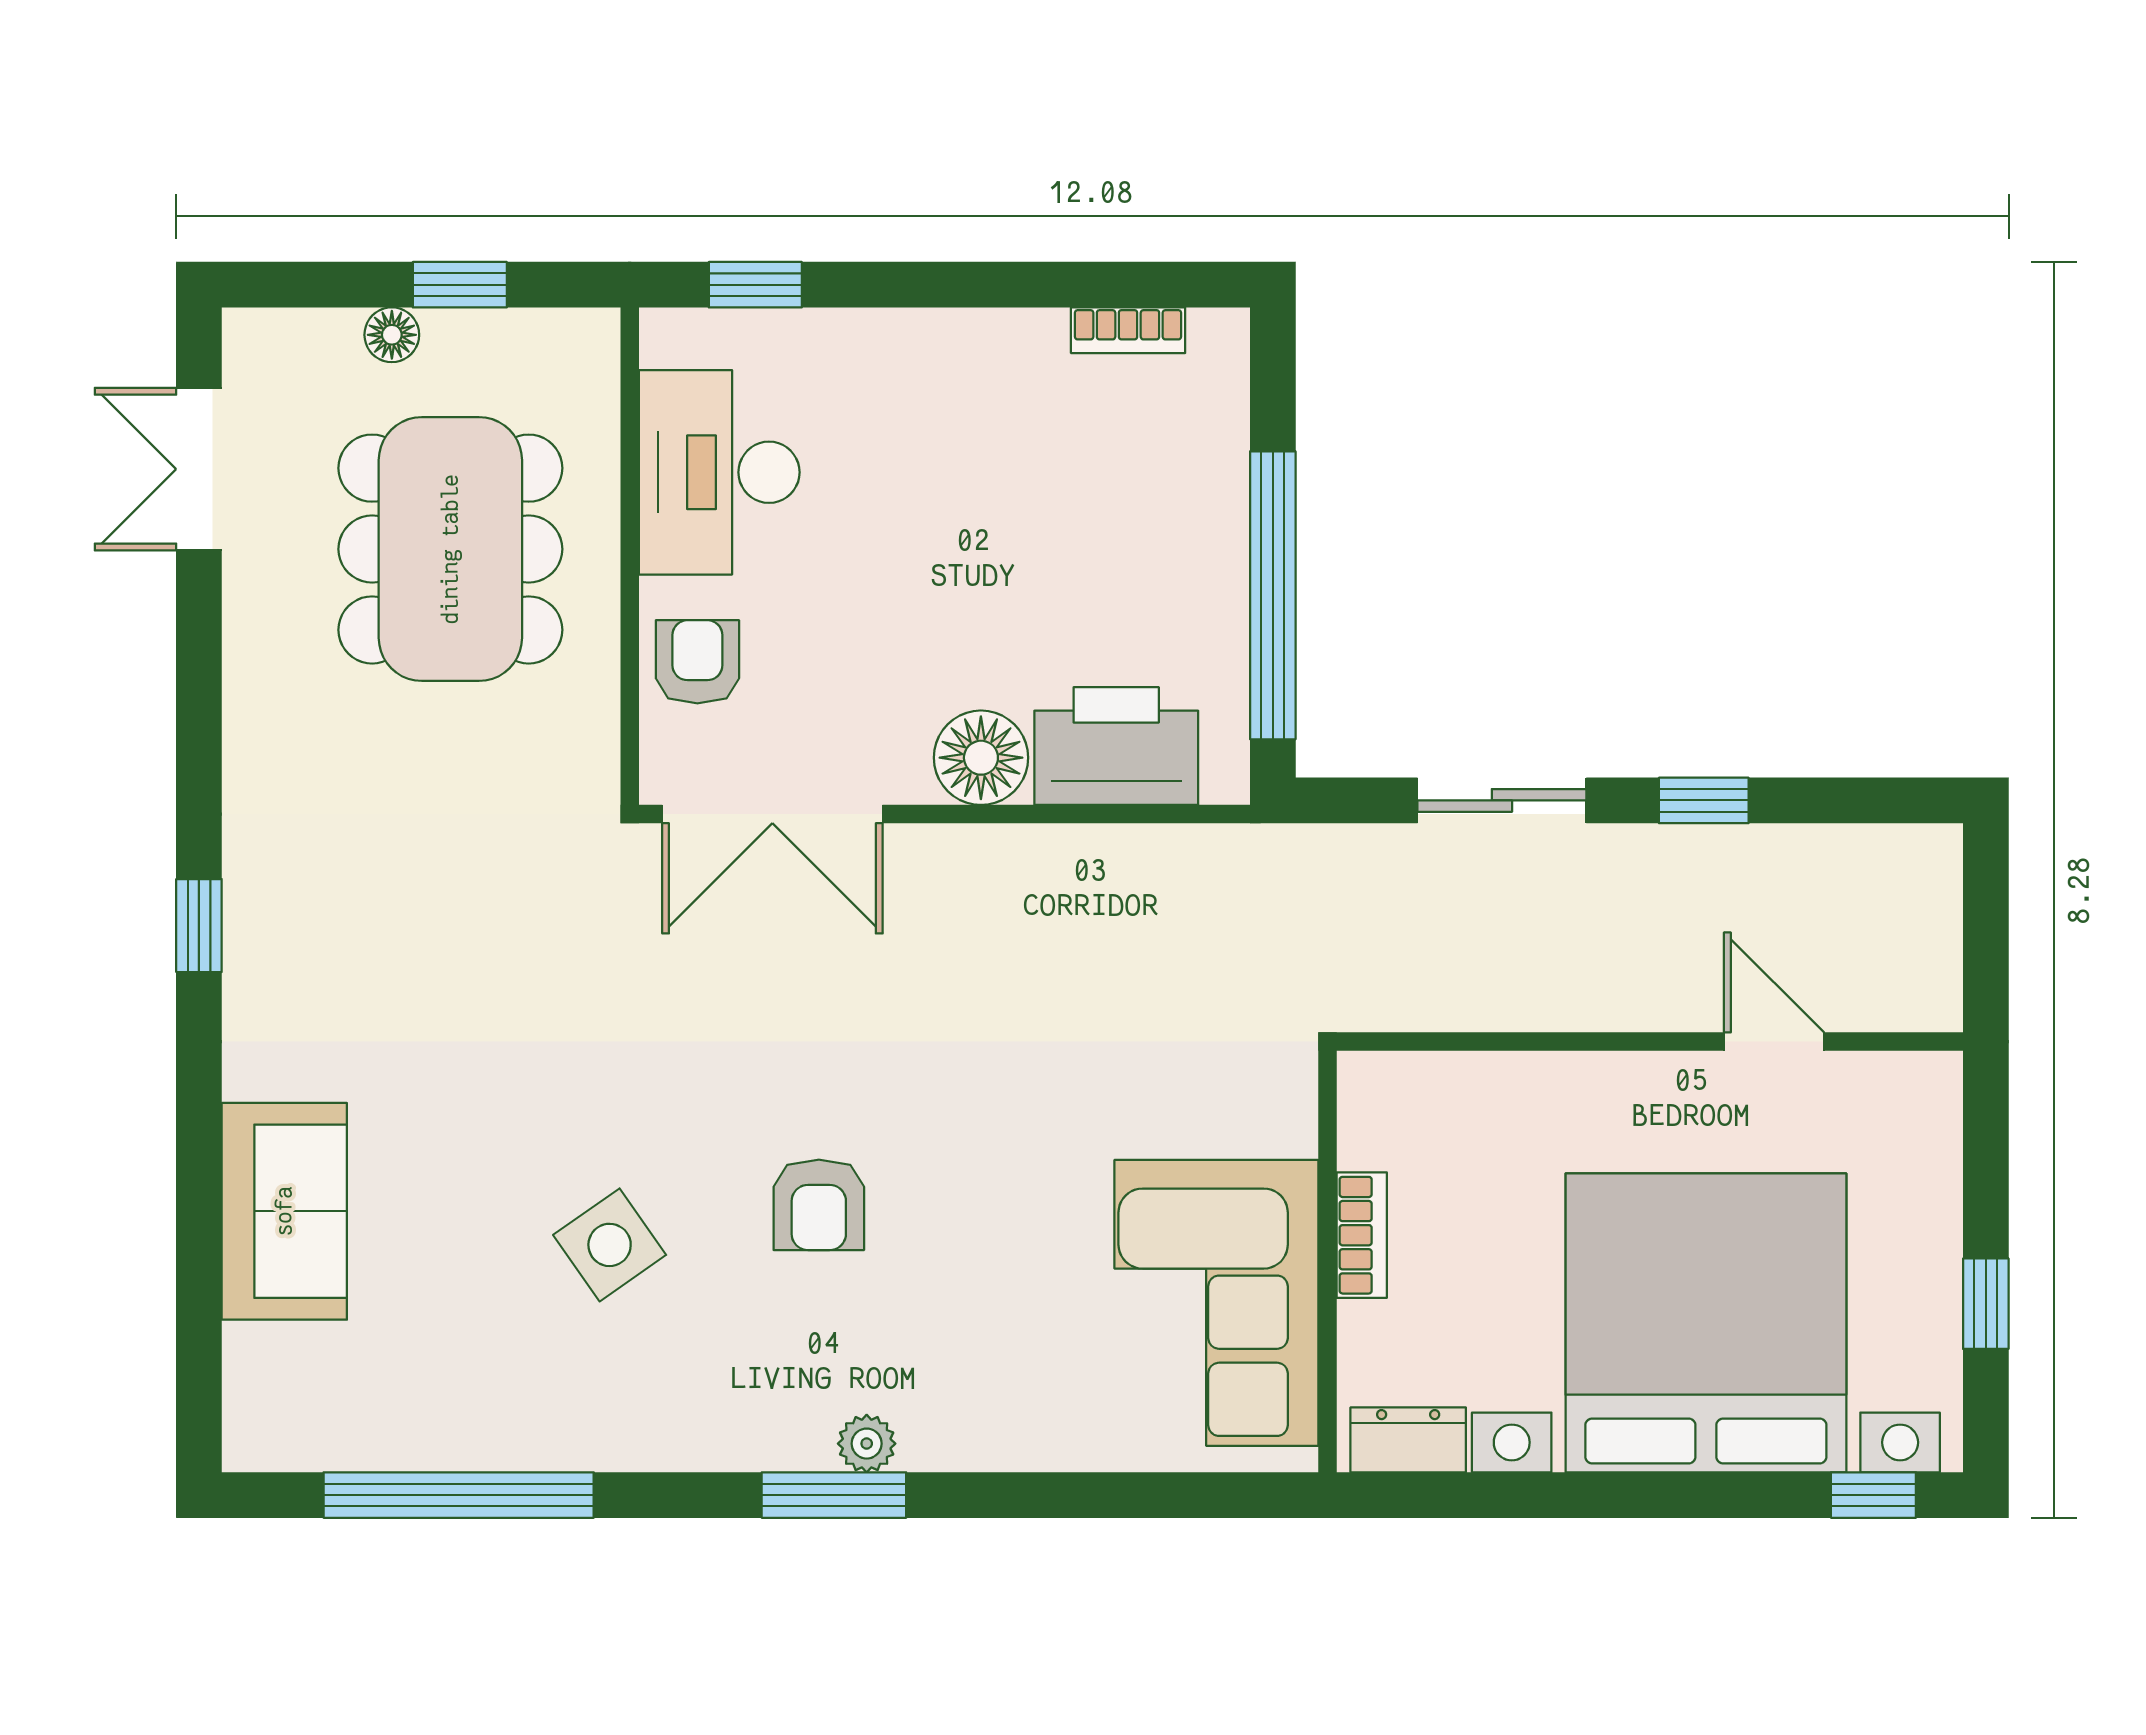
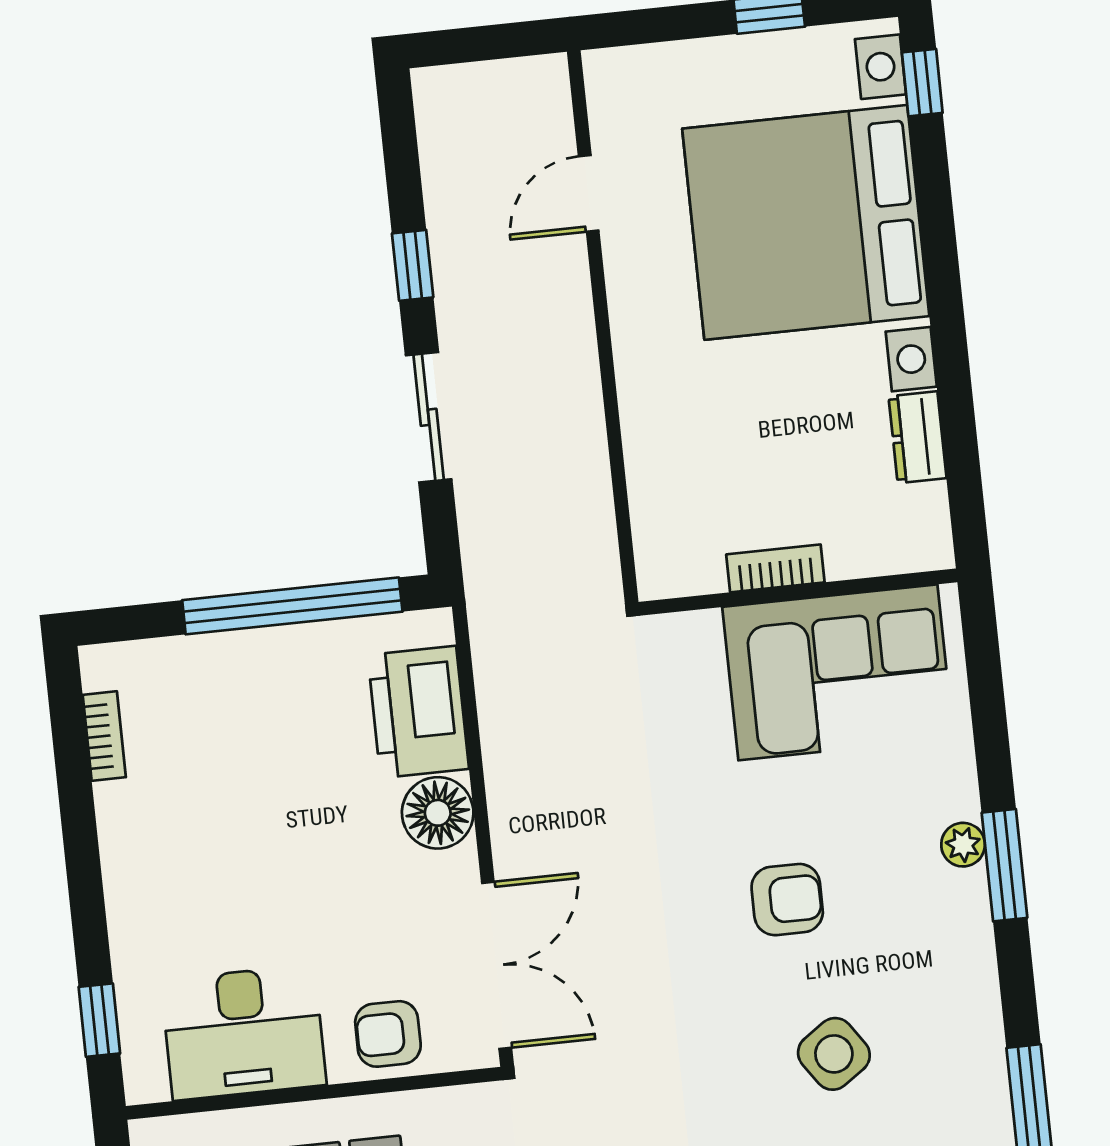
bookcase: (1362, 1235) -> (775, 568), moved
wall: (1327, 1262) -> (798, 592), moved
corner sofa: (1216, 1303) -> (838, 672), moved

